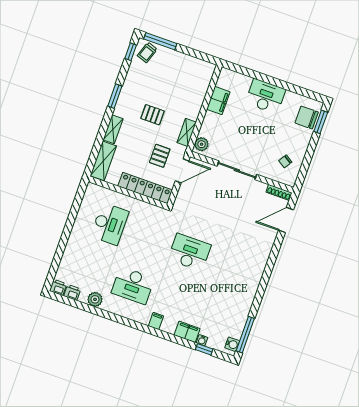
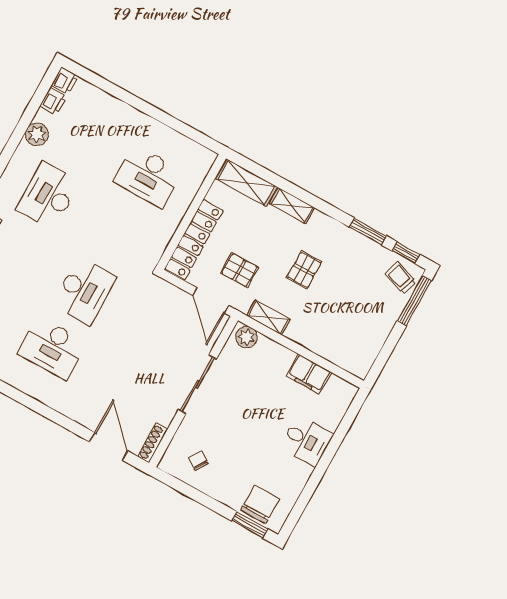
window: (115, 96) -> (368, 231), moved
desk: (265, 96) -> (307, 441), width x0.73
desk: (229, 266) -> (52, 348), added

